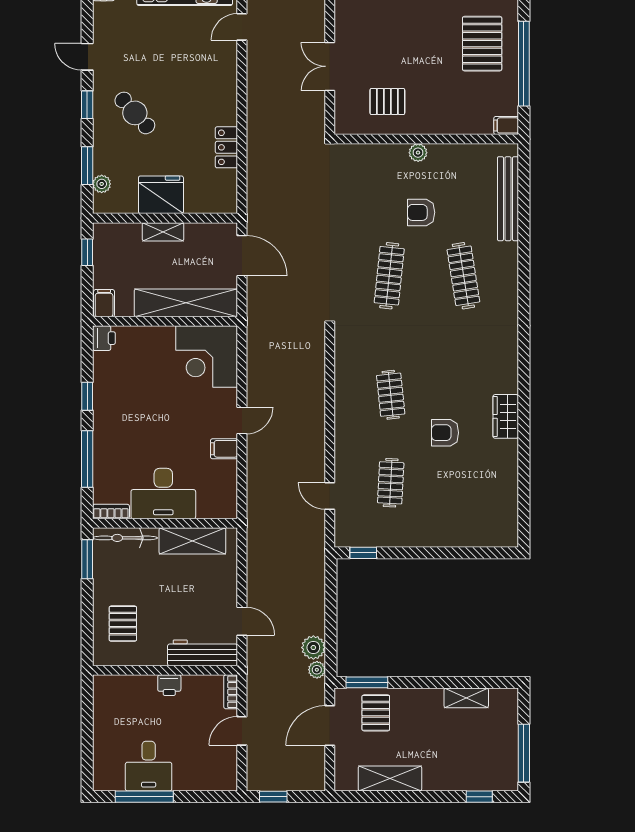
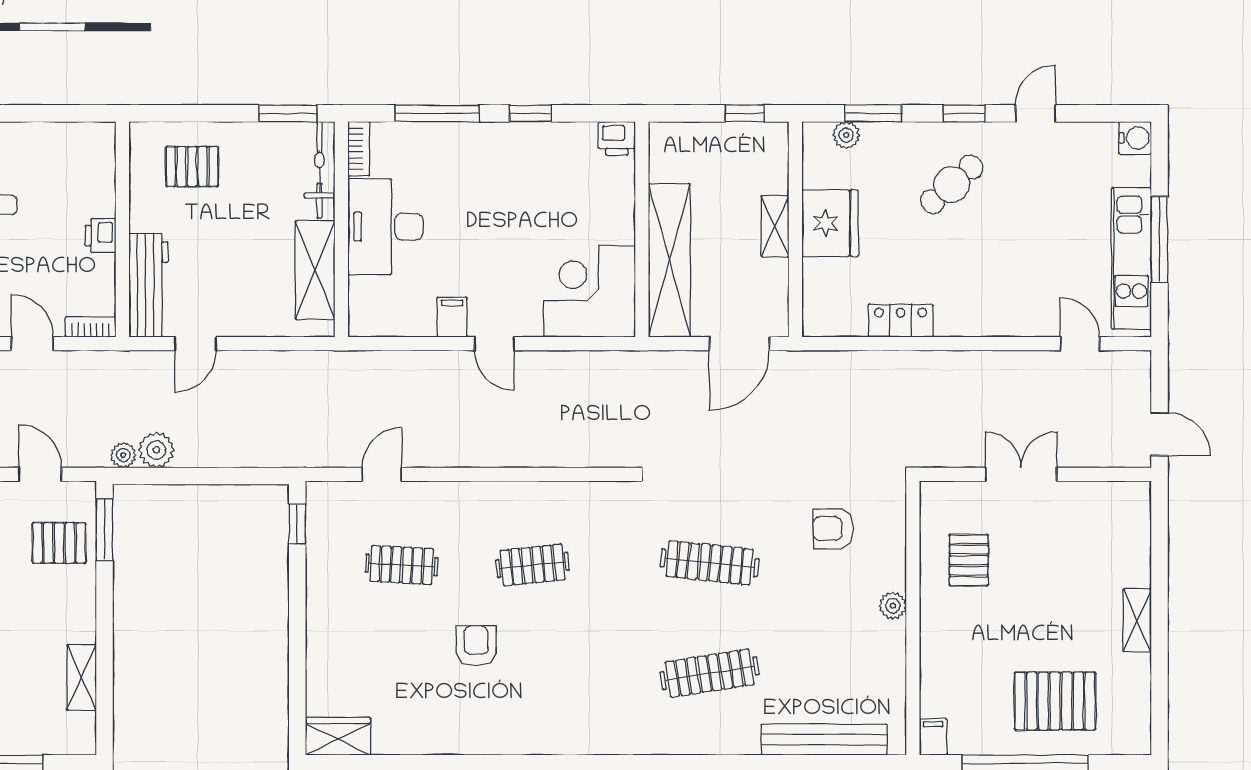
armchair: (421, 212) -> (833, 529), moved, turned -90
filing cabinet: (104, 303) -> (669, 139), removed
wardrobe: (506, 416) -> (338, 736), moved
door: (330, 726) -> (40, 474), width x0.73

